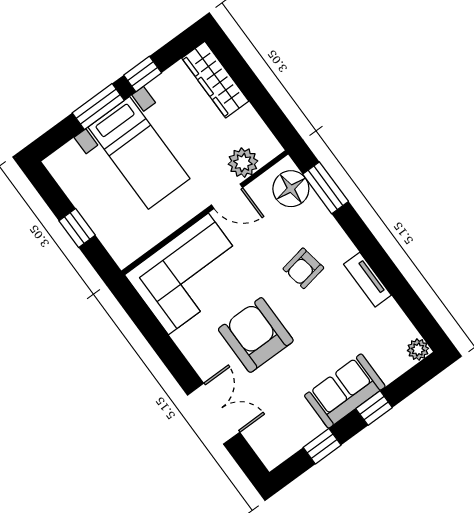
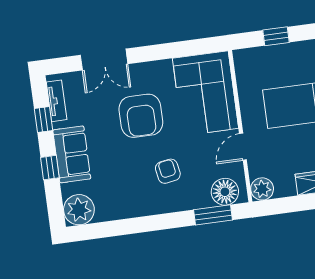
plant: (243, 163) -> (262, 189), moved
tv unit: (367, 280) -> (57, 101), moved, turned 90
armchair: (256, 335) -> (141, 116), turned 90
plant: (418, 349) -> (79, 210), width x1.87, depth x1.87

